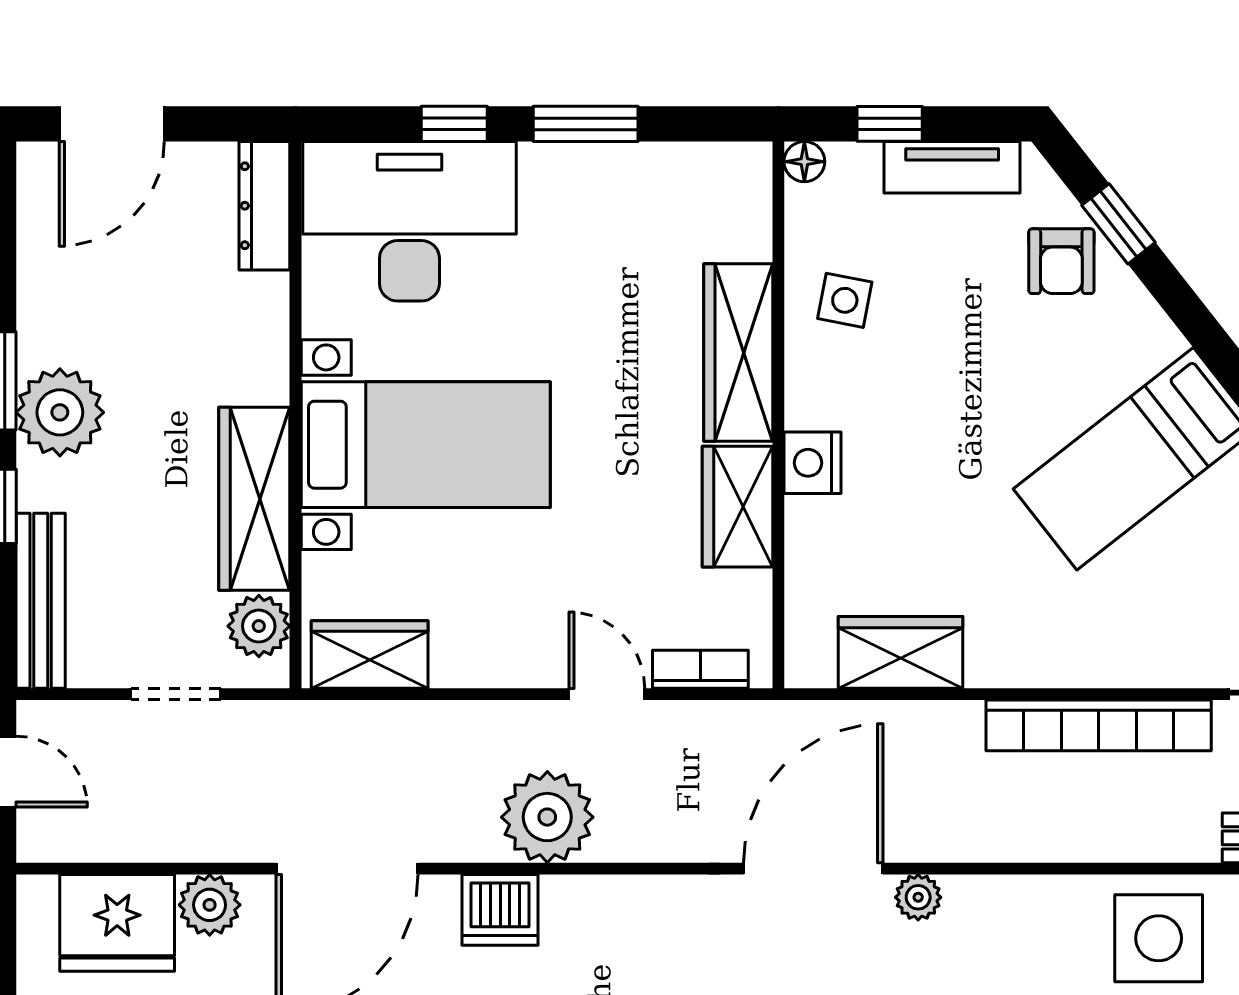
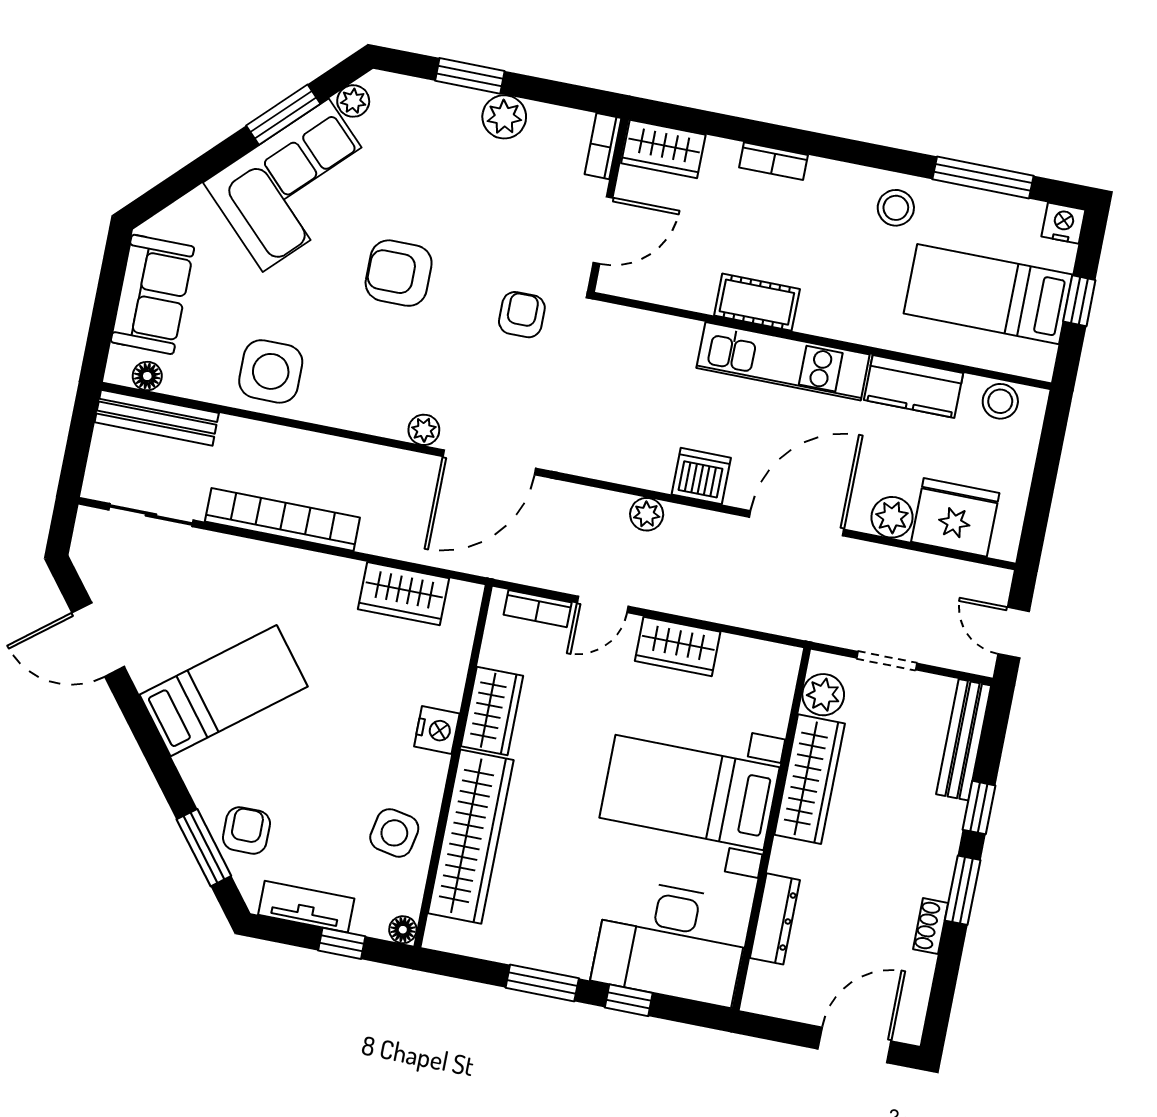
dresser: (264, 206) -> (775, 919), moved
window: (1118, 224) -> (204, 848), width x1.50
side table: (845, 300) -> (394, 833), width x1.37, depth x1.37
shoe rack: (35, 319) -> (931, 926), added
wardrobe: (738, 353) -> (471, 837), width x1.40, depth x1.17
plant: (60, 412) -> (926, 862), removed
wardrobe: (370, 654) -> (678, 646), moved
door: (607, 694) -> (603, 604), hinge flipped
plant: (547, 817) -> (647, 514), width x0.53, depth x0.53

